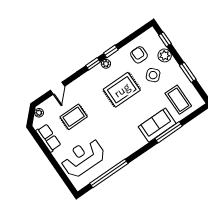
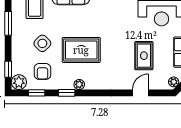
plant: (165, 55) -> (19, 82), moved
window: (93, 64) -> (37, 93), moved
rug: (74, 117) -> (144, 56), turned 90

